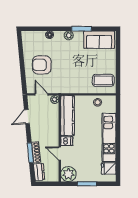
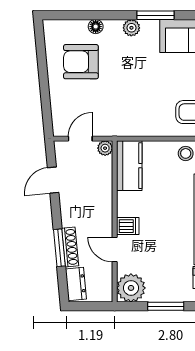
armchair: (42, 65) -> (81, 62), moved
door: (41, 94) -> (80, 139), hinge flipped
kitchen counter: (68, 116) -> (129, 166), width x0.67

